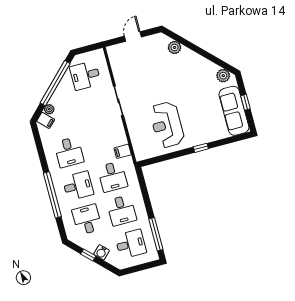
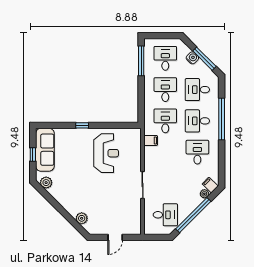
desk: (87, 220) -> (197, 90), turned 90
desk: (131, 244) -> (165, 58), turned 90
window: (88, 255) -> (204, 59), width x2.17

